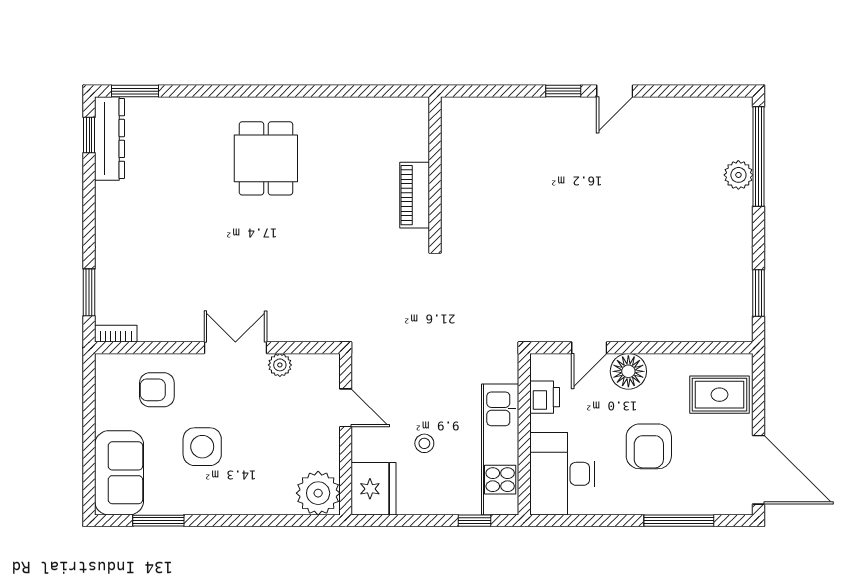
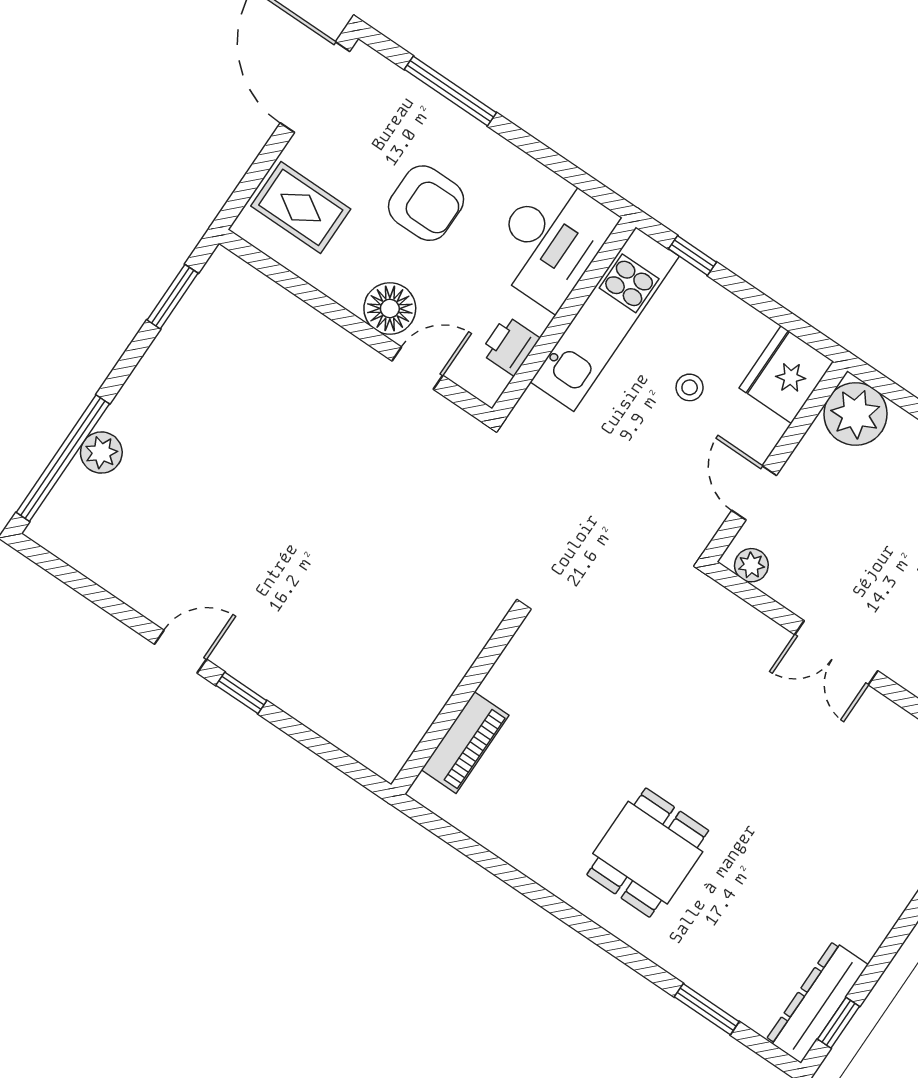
window: (135, 91) -> (707, 1009), moved
piano: (415, 195) -> (465, 743), moved
plant: (280, 365) -> (751, 565), moved
armchair: (649, 446) -> (426, 203), turned 90

